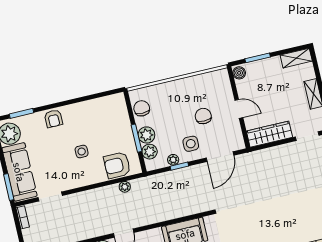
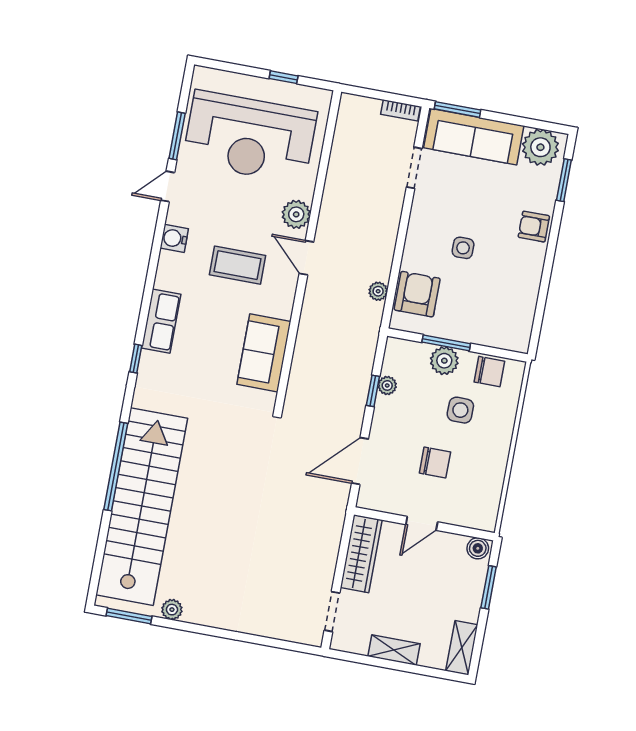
side table: (191, 144) -> (460, 410), moved
plant: (150, 152) -> (416, 354), removed
door: (220, 157) -> (360, 461), hinge flipped

